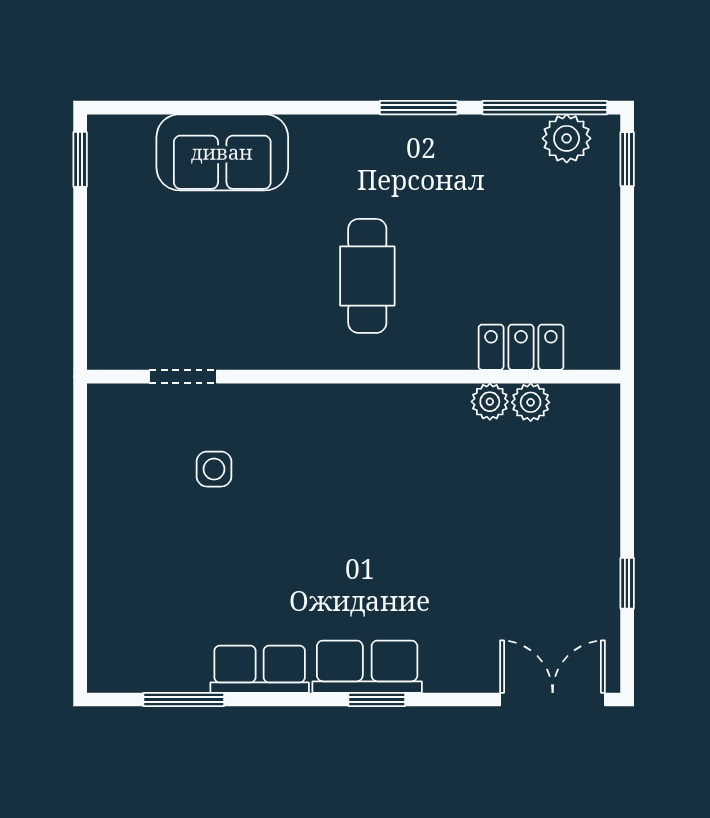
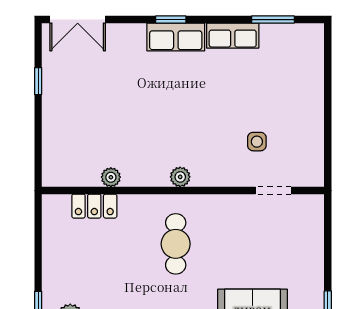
plant: (531, 402) -> (180, 177), moved

